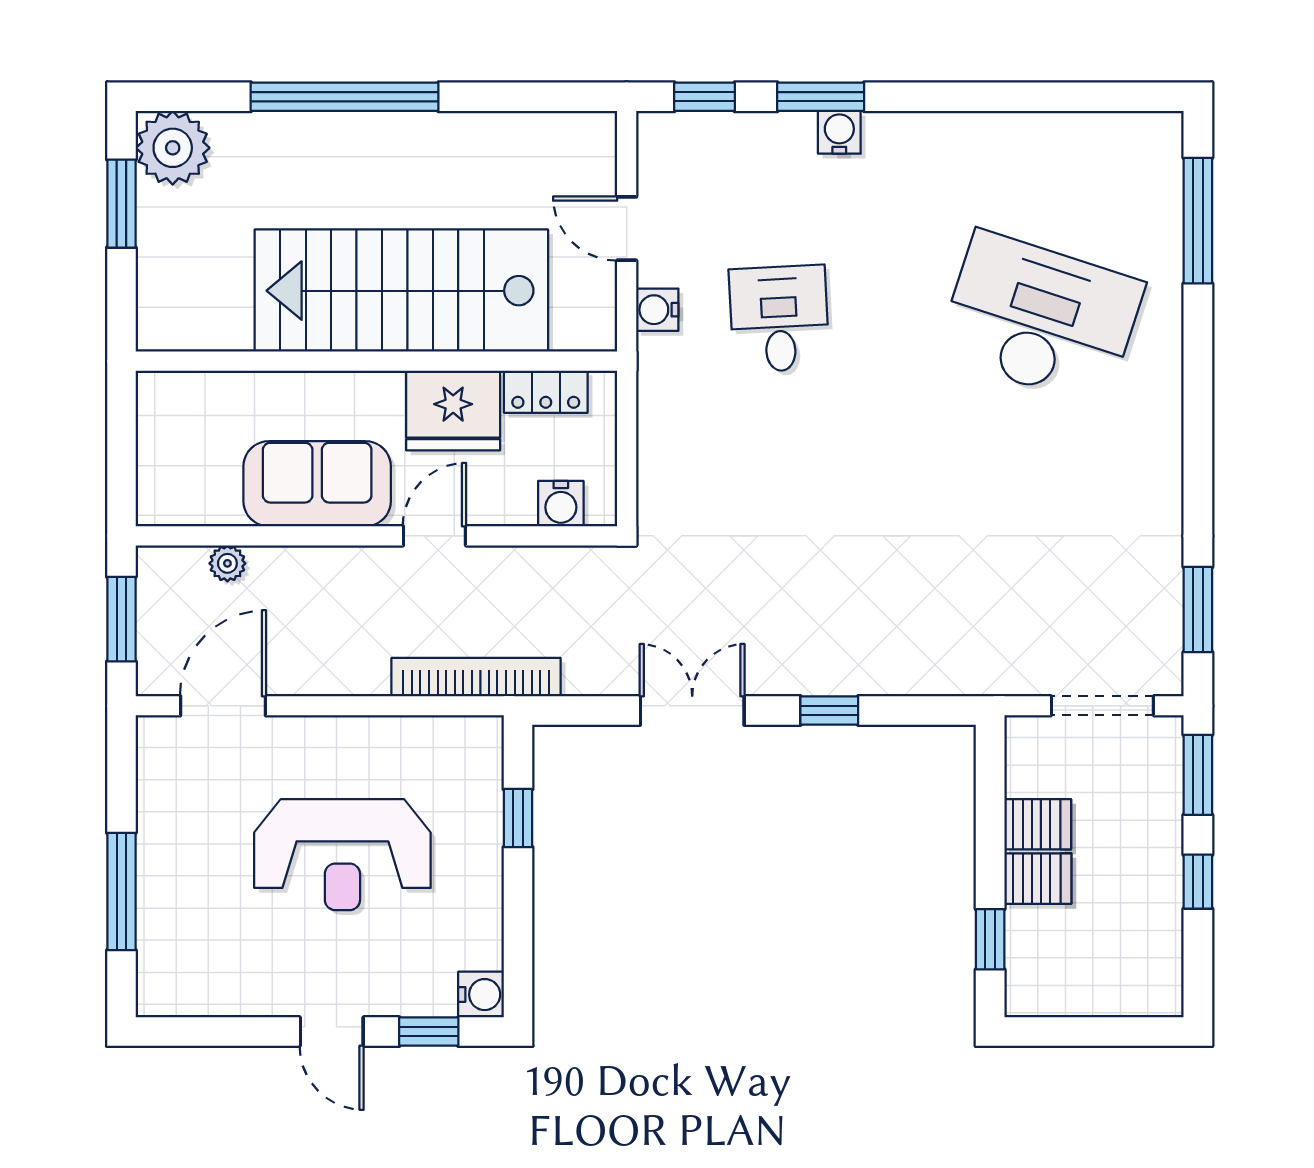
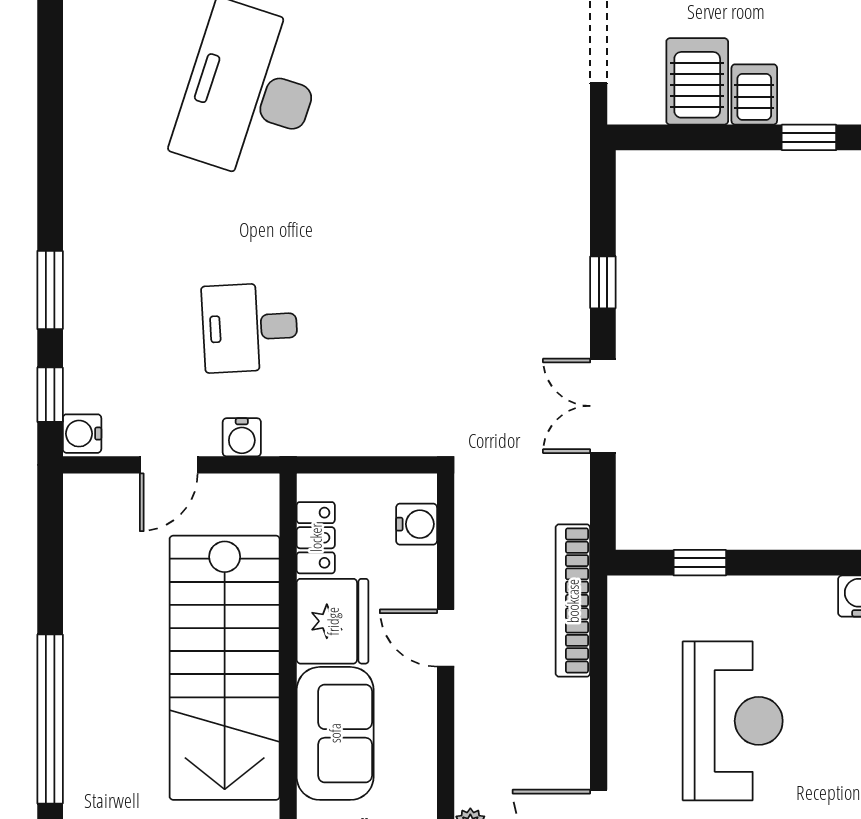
water cooler: (839, 132) -> (82, 434), moved
sofa: (317, 484) -> (335, 733), moved, turned 180
server rack: (1038, 824) -> (697, 81), width x1.36, depth x1.44

